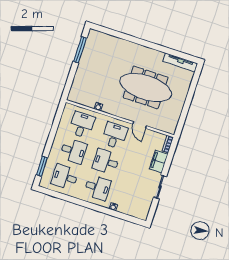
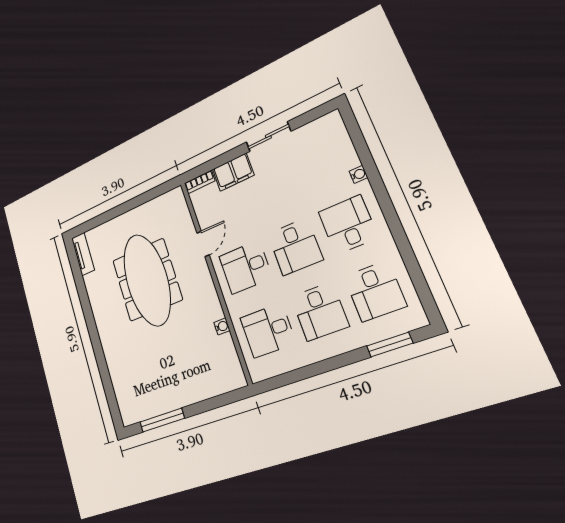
tv unit: (180, 62) -> (83, 254), width x0.71
desk: (73, 151) -> (320, 311), turned 180

